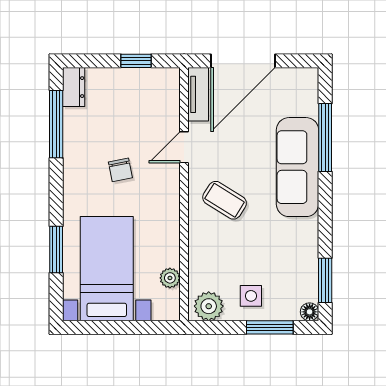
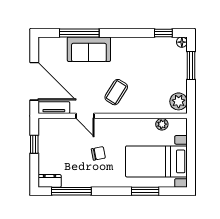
sofa: (297, 167) -> (89, 49), width x0.73
window: (325, 280) -> (163, 33), width x0.67
side table: (251, 296) -> (172, 77), removed

